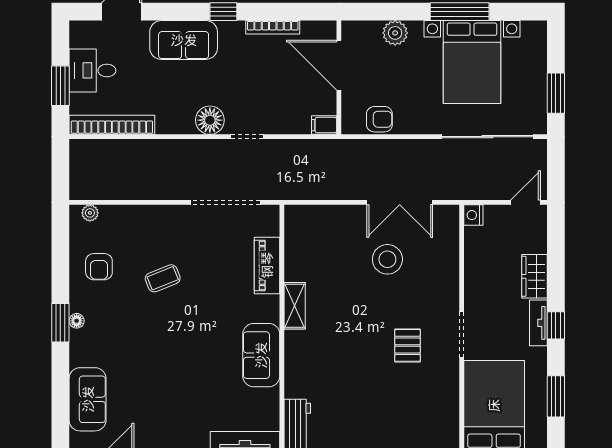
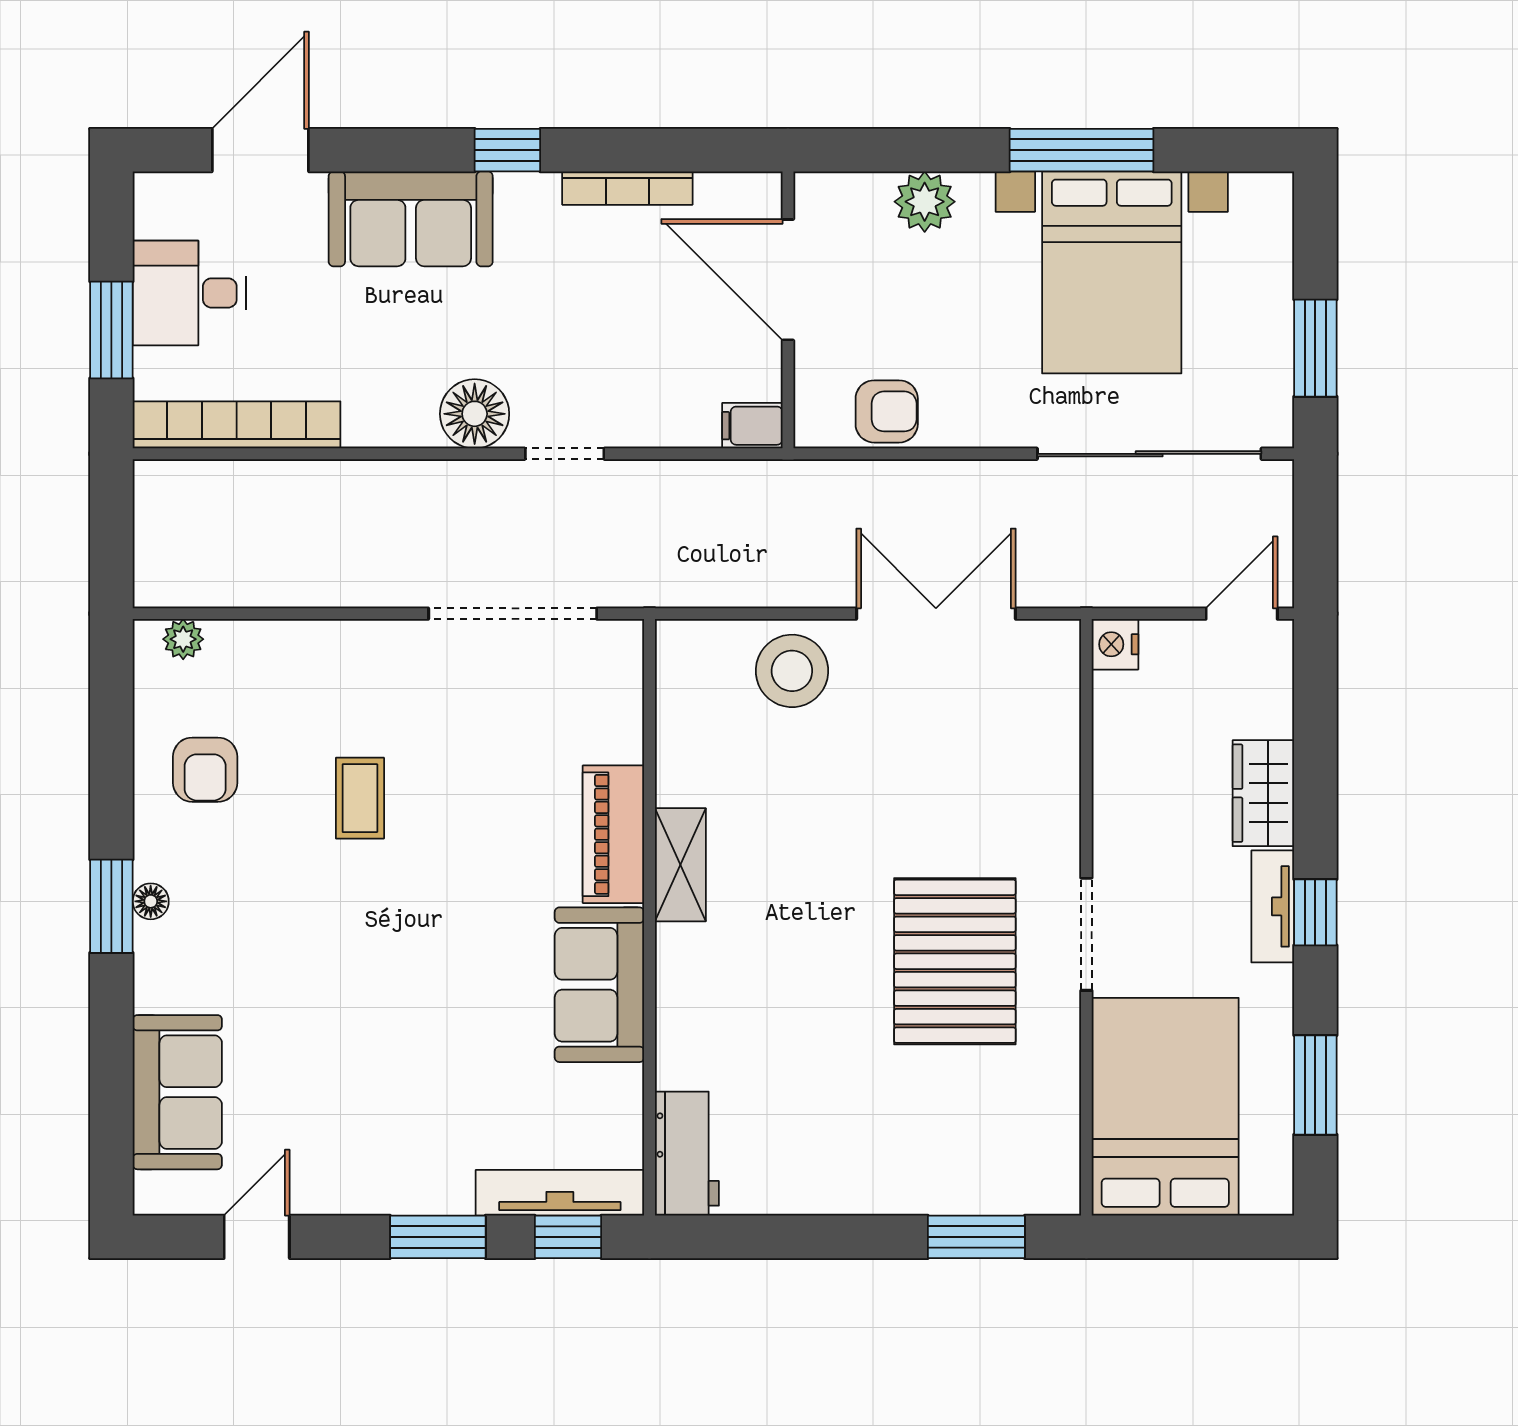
double door: (400, 202) -> (936, 614), swing flipped
stool: (387, 259) -> (792, 671), moved
piano: (267, 265) -> (613, 834), moved
coffee table: (163, 278) -> (360, 798), turned -68
pallet: (407, 345) -> (955, 961), width x2.05, depth x2.00

